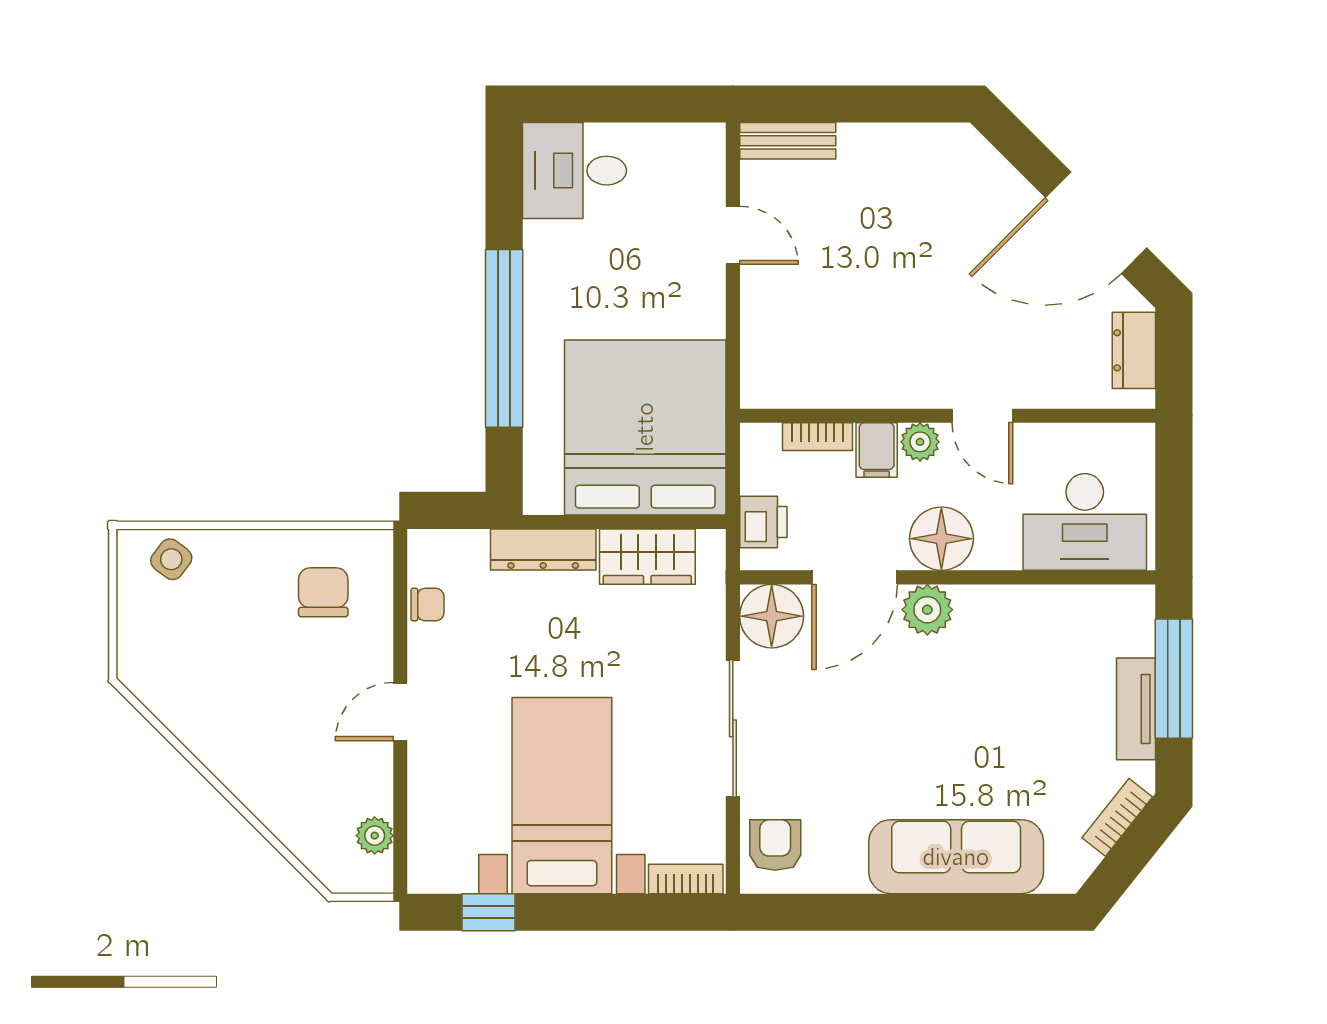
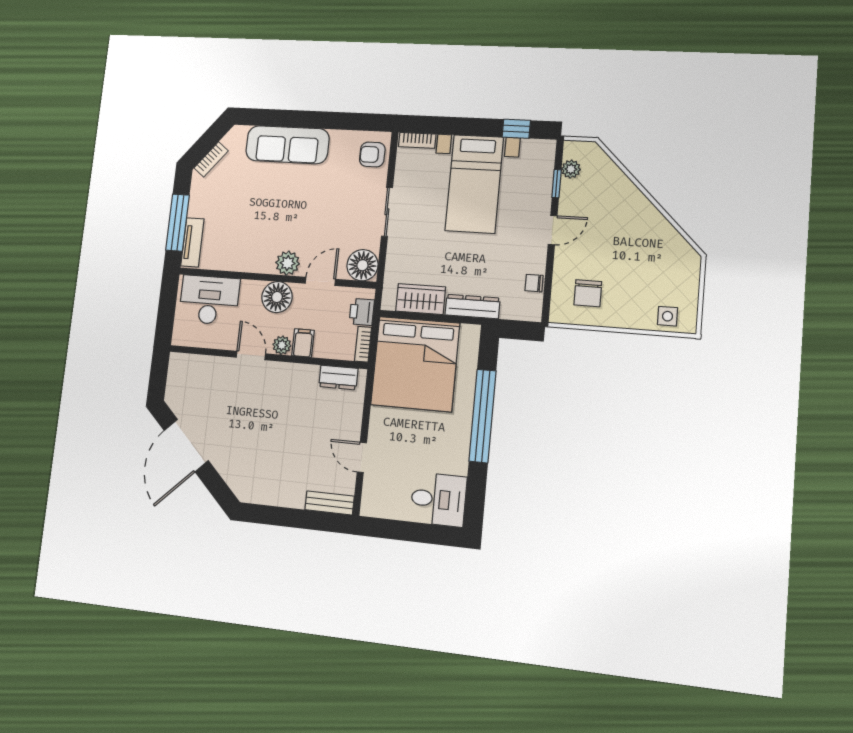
door: (1096, 223) -> (186, 445), swing flipped
dresser: (1134, 350) -> (338, 377), moved, turned 90
bookcase: (818, 437) -> (363, 344), moved, turned -90
side table: (171, 559) -> (668, 316), turned -37
door: (855, 577) -> (320, 281), width x0.73
tv unit: (1136, 709) -> (192, 242), moved
sliding door: (733, 728) -> (387, 212), width x0.73
window: (400, 805) -> (557, 184), added
armchair: (775, 845) -> (372, 154), turned 90

